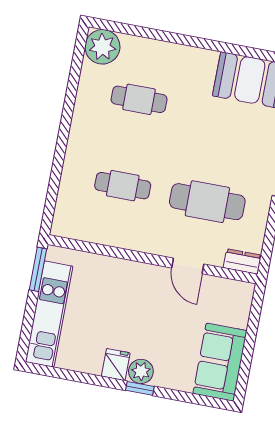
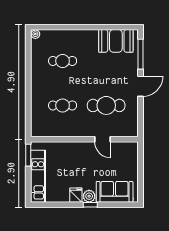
plant: (102, 47) -> (35, 34), width x0.53, depth x0.53
dresser: (242, 261) -> (129, 132), removed
sofa: (220, 362) -> (115, 192), moved, turned 90

